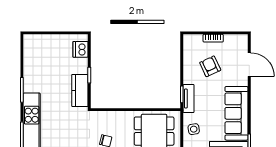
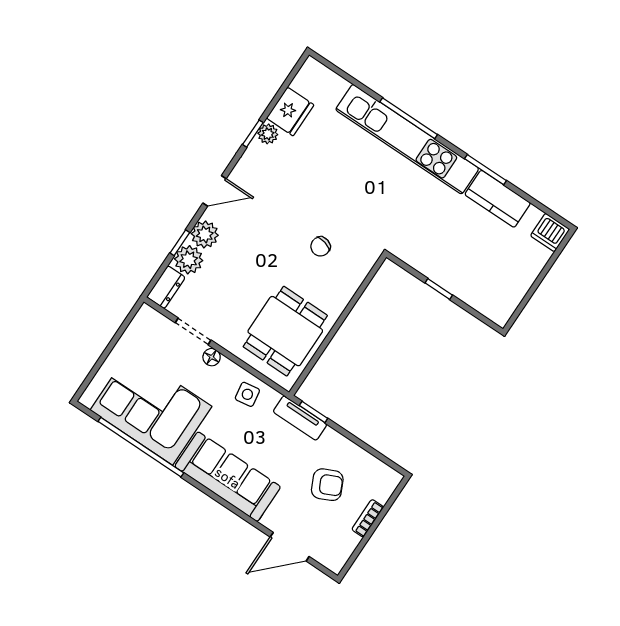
dishwasher: (80, 49) -> (550, 232), moved, turned 180
kitchen counter: (80, 90) -> (498, 199), moved, turned 180

